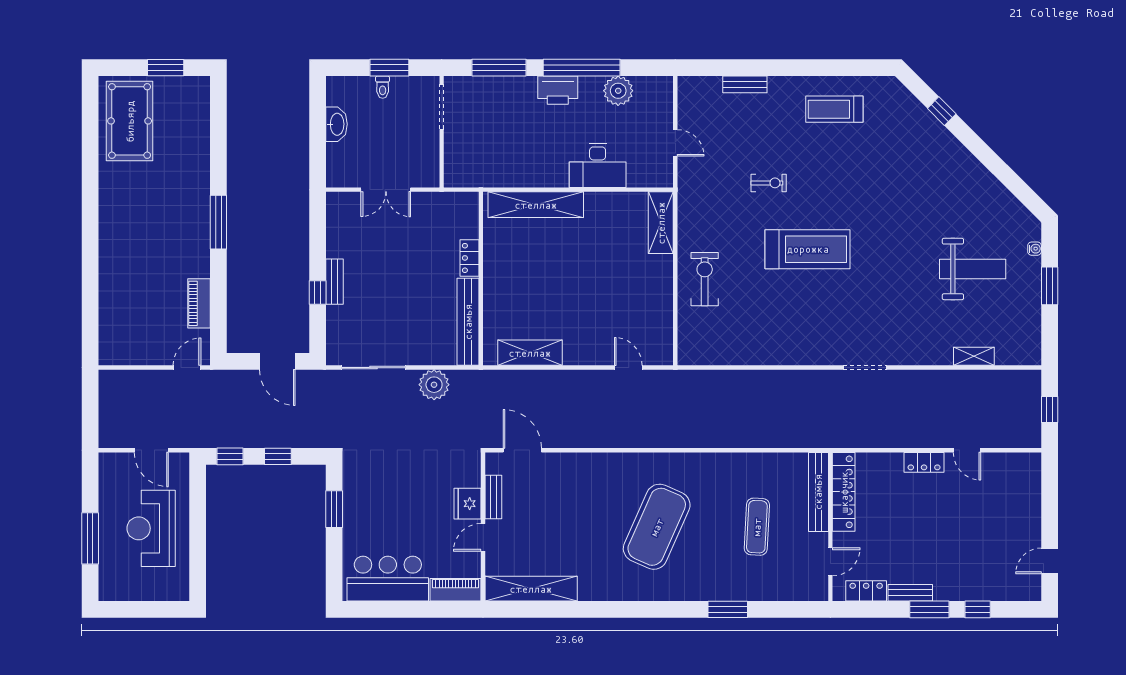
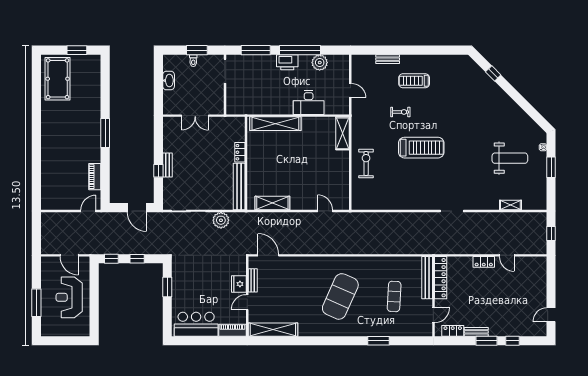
treadmill: (834, 109) -> (414, 81), moved

